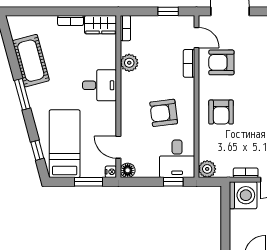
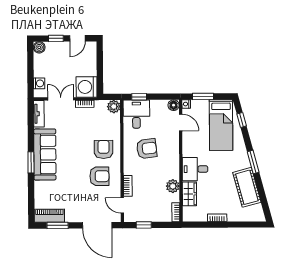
wardrobe: (101, 25) -> (189, 194), moved, turned 90
armchair: (221, 62) -> (99, 176), moved

